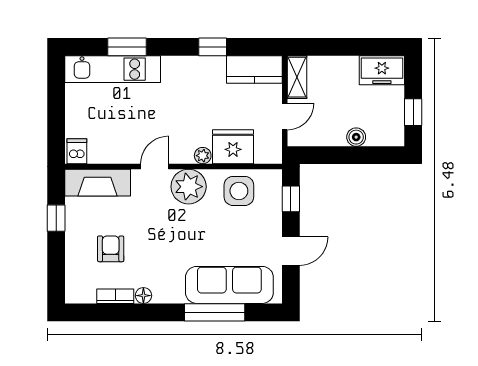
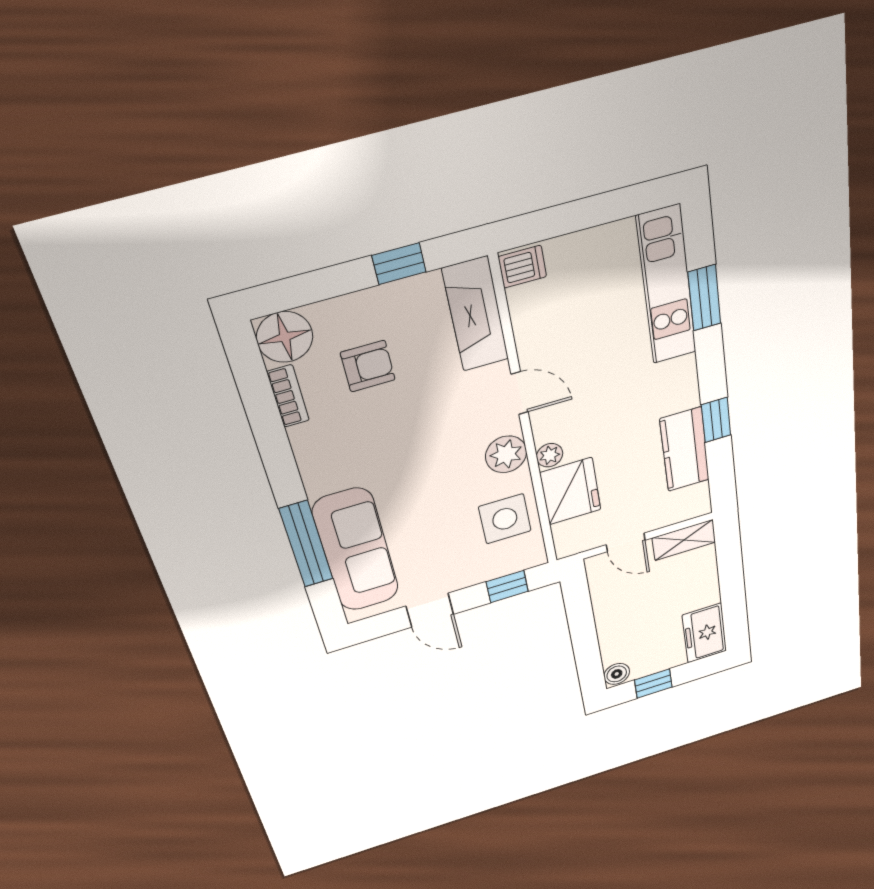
kitchen counter: (254, 70) -> (685, 449), moved
boiler: (356, 137) -> (617, 674), moved
plant: (189, 187) -> (506, 454), width x0.73, depth x0.73
floor lamp: (143, 296) -> (285, 337), moved, width x1.89, depth x1.89

